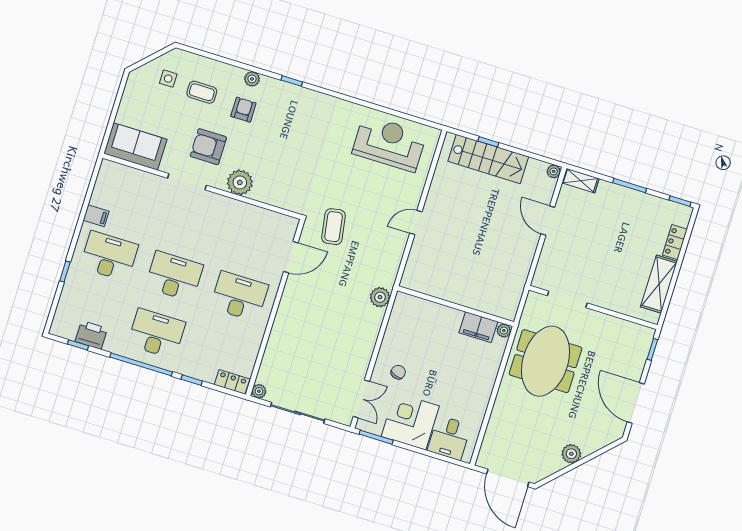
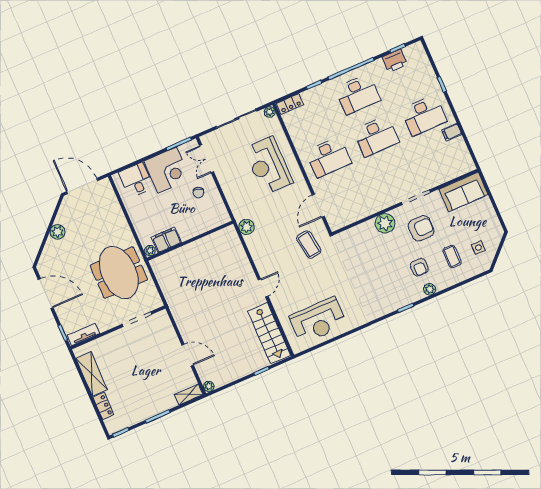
coffee table: (202, 92) -> (452, 256), turned 90
stairs: (488, 159) -> (269, 333), moved, turned -90
wall: (456, 306) -> (190, 241), moved
filing cabinet: (478, 327) -> (166, 240), moved
tv unit: (633, 330) -> (83, 334), added
plant: (504, 331) -> (150, 251), moved
reception desk: (306, 339) -> (268, 165), added

